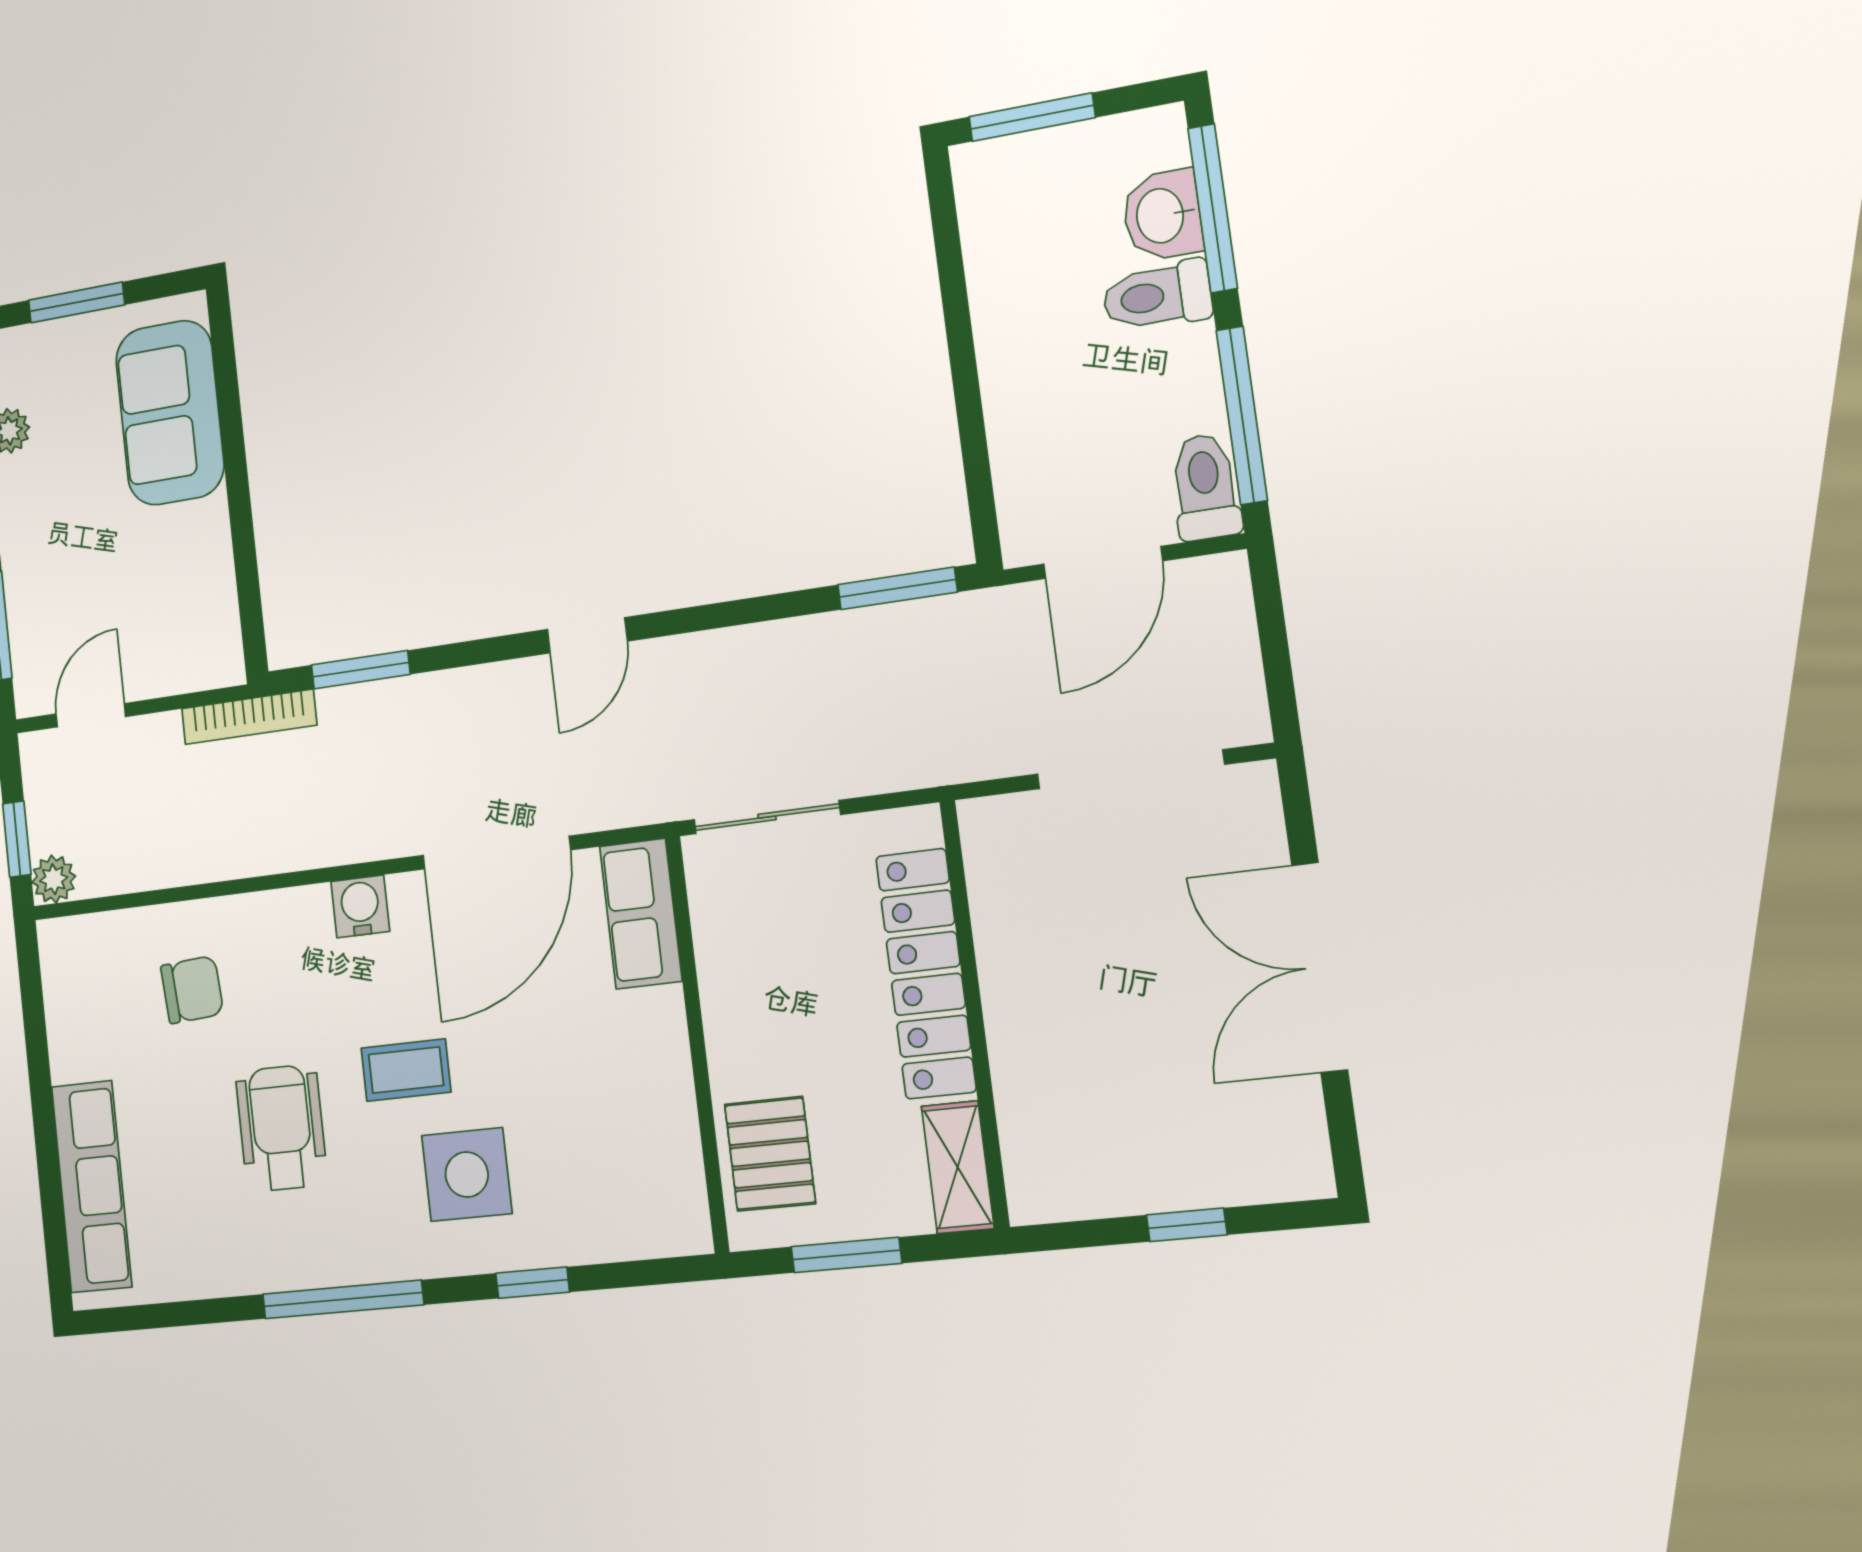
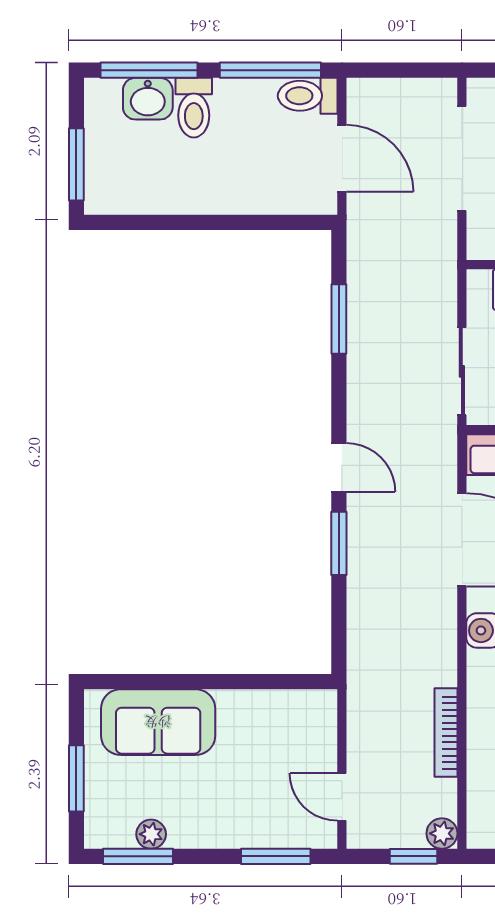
window: (897, 588) -> (339, 319), moved
window: (361, 670) -> (339, 543), moved
bookcase: (249, 717) -> (446, 733), moved, turned 180

